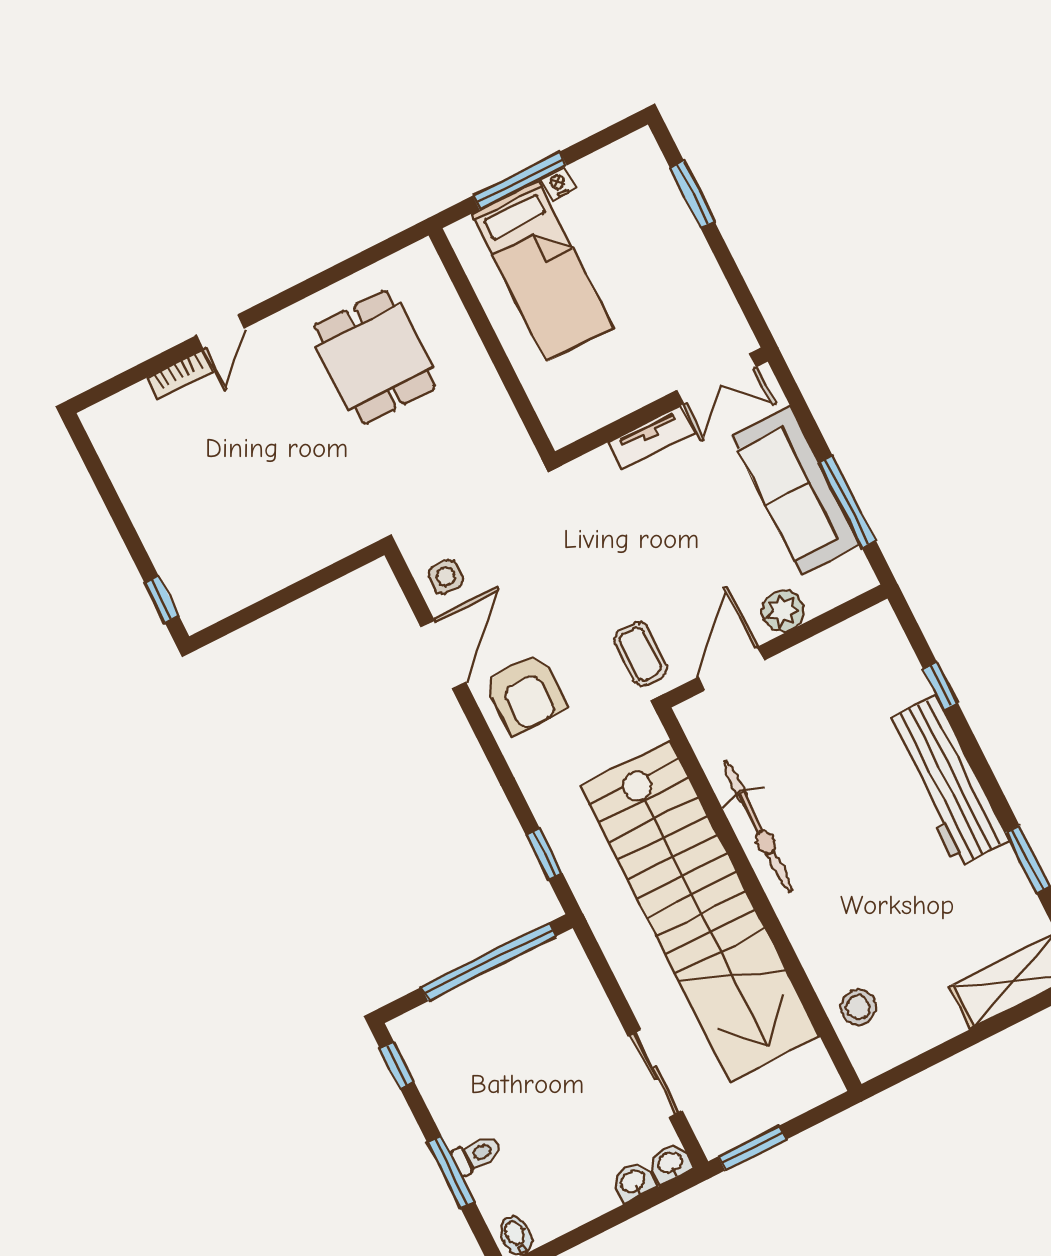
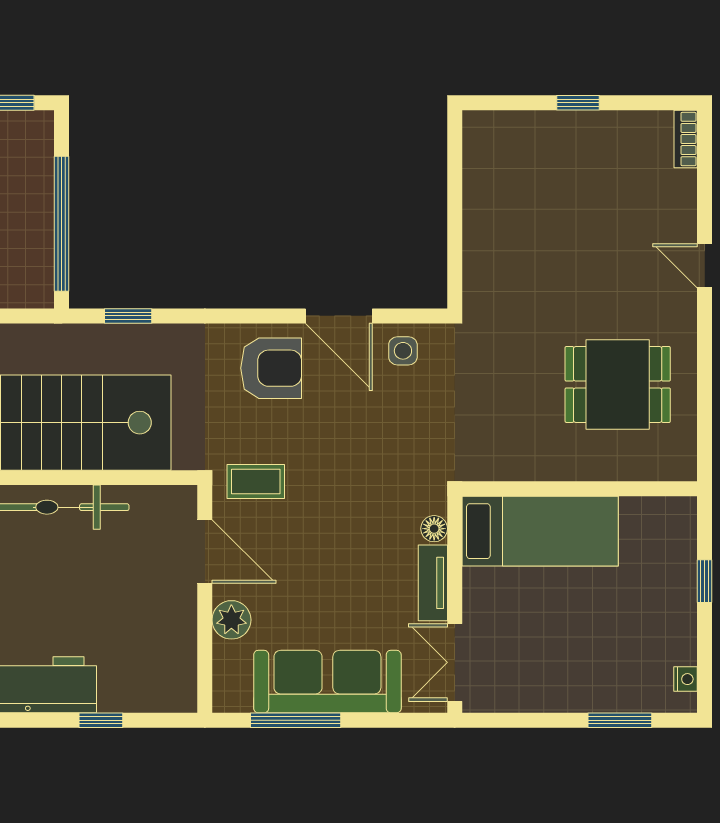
window: (520, 181) -> (705, 581), width x0.46
nightstand: (558, 184) -> (686, 679), moved
bed: (542, 271) -> (540, 531), moved, turned 180
bookcase: (180, 375) -> (686, 139), moved
floor lamp: (599, 462) -> (434, 529), added
window: (162, 599) -> (578, 103), moved
armchair: (525, 694) -> (271, 368), turned 180

